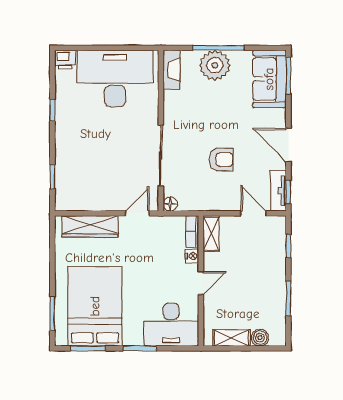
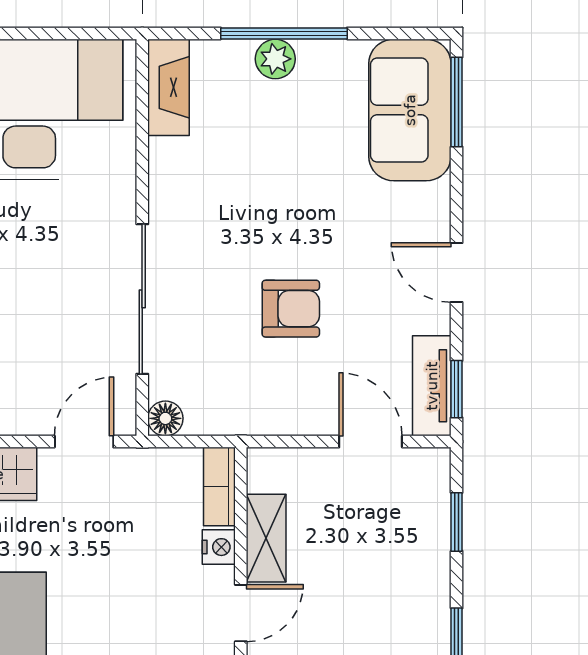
plant: (215, 65) -> (275, 59), width x0.53, depth x0.53
door: (288, 145) -> (457, 272), width x0.73
shelving: (211, 233) -> (266, 538), moved

